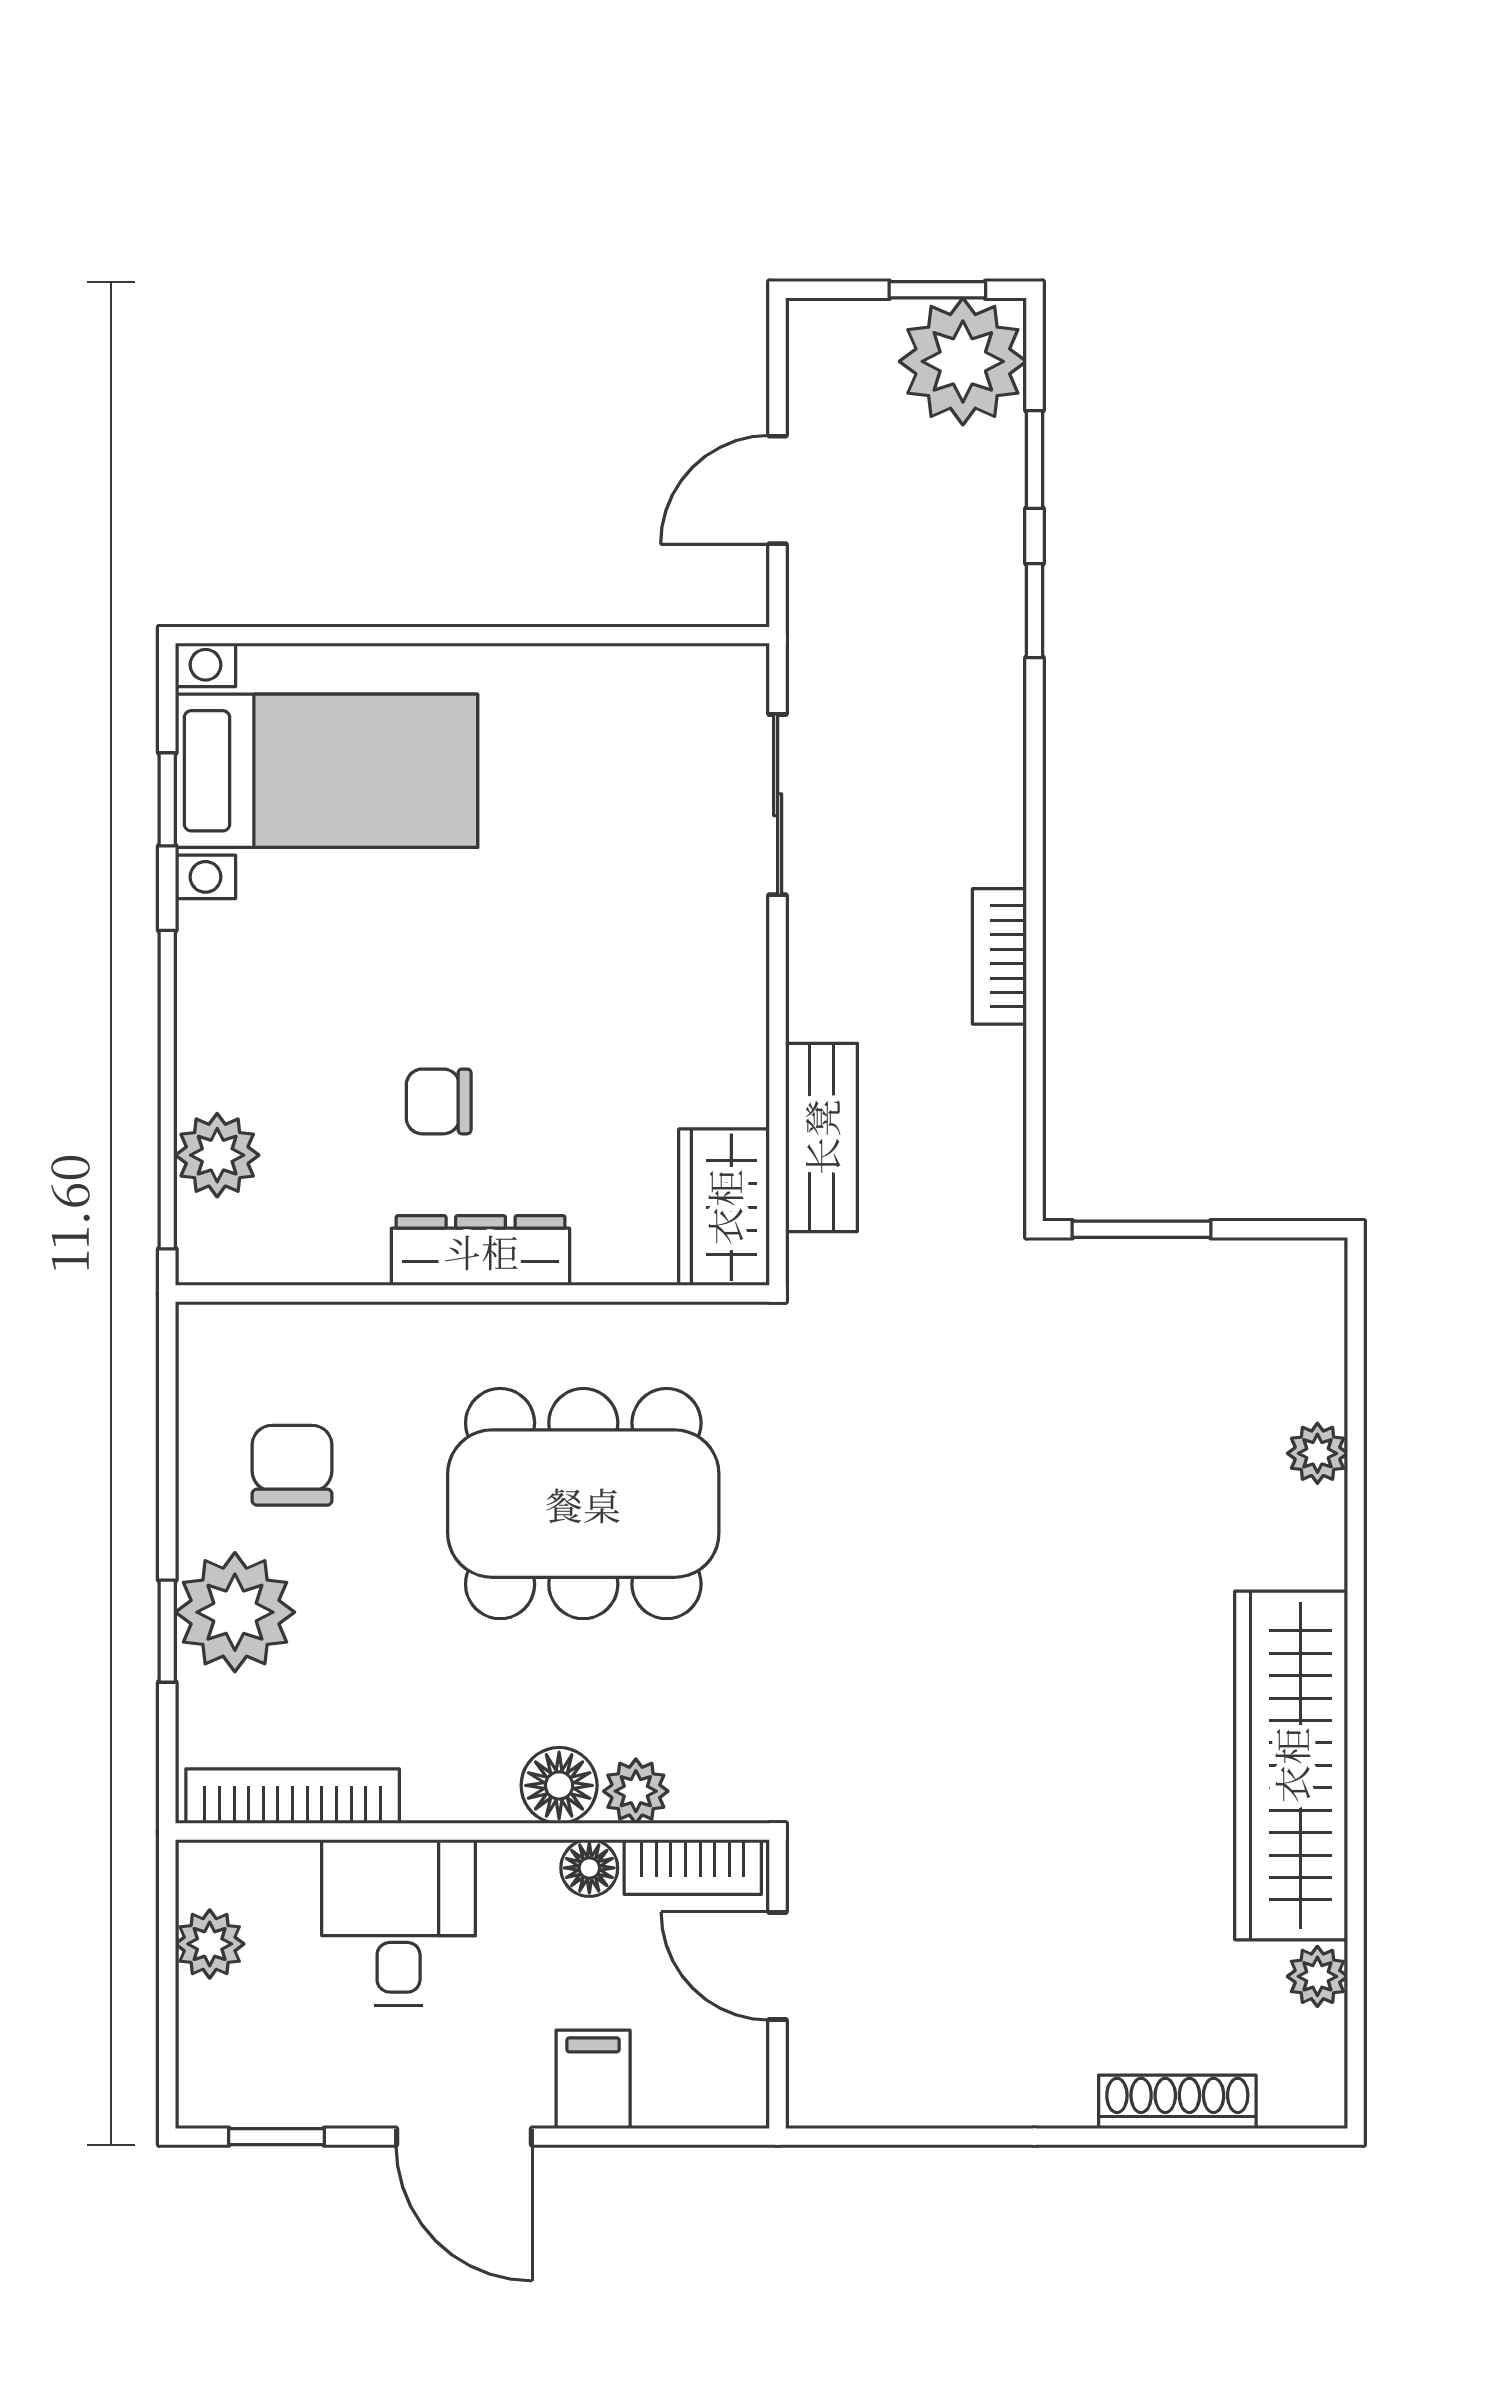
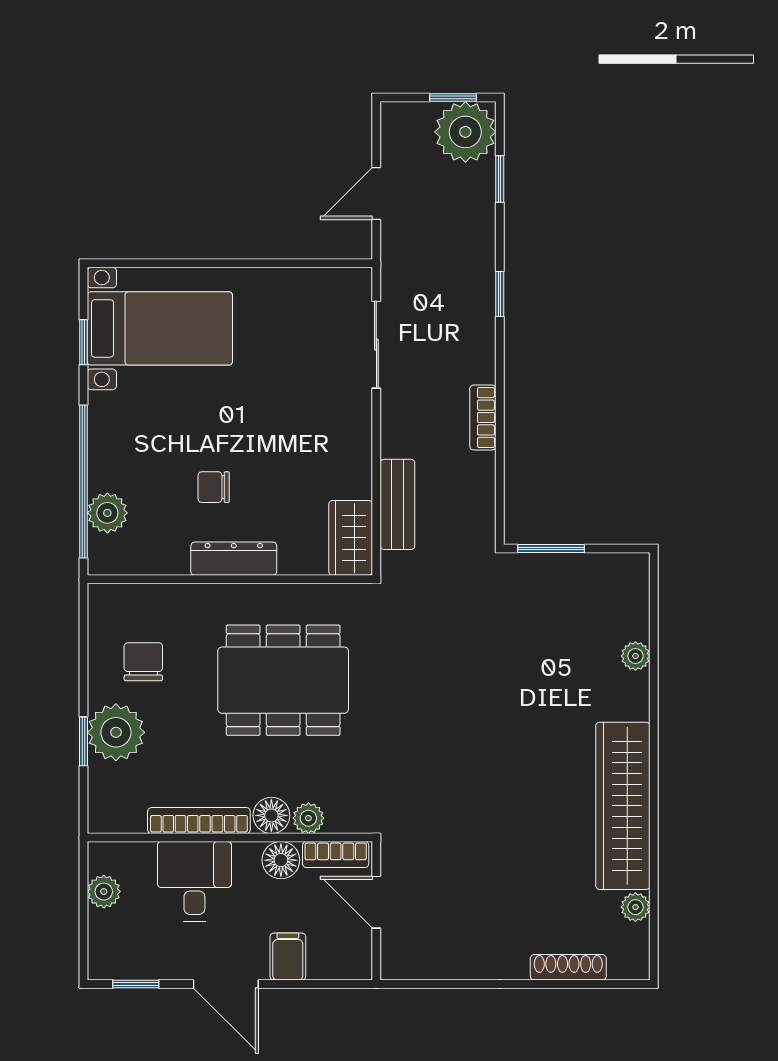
window: (1034, 611) -> (500, 294), moved
bookcase: (293, 1796) -> (199, 821), moved
floor lamp: (589, 1868) -> (281, 860), width x1.37, depth x1.37

